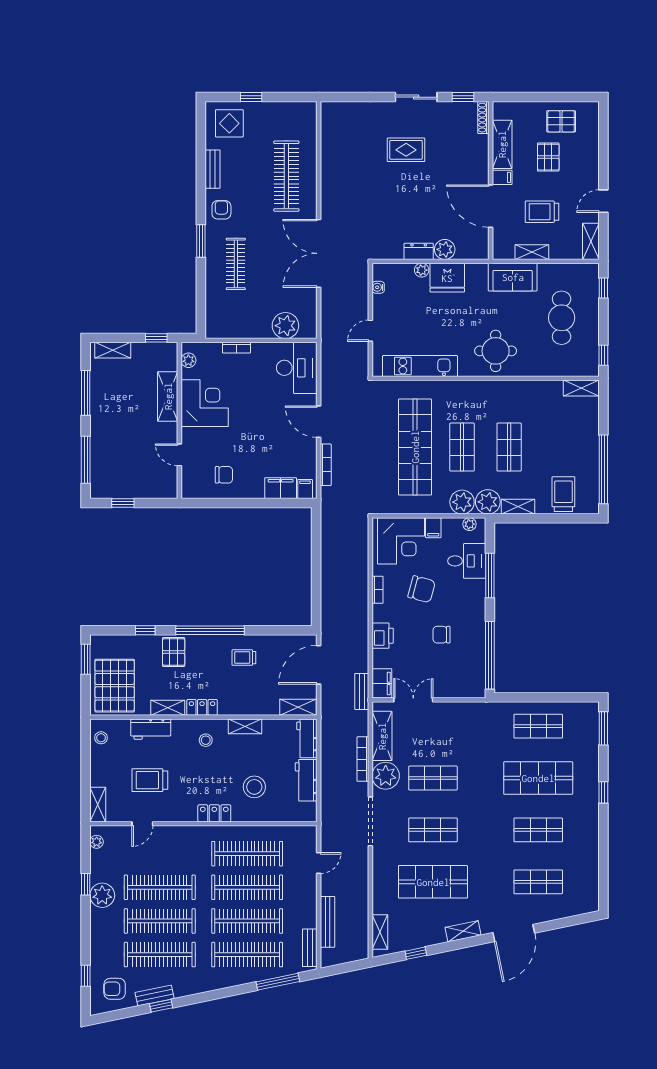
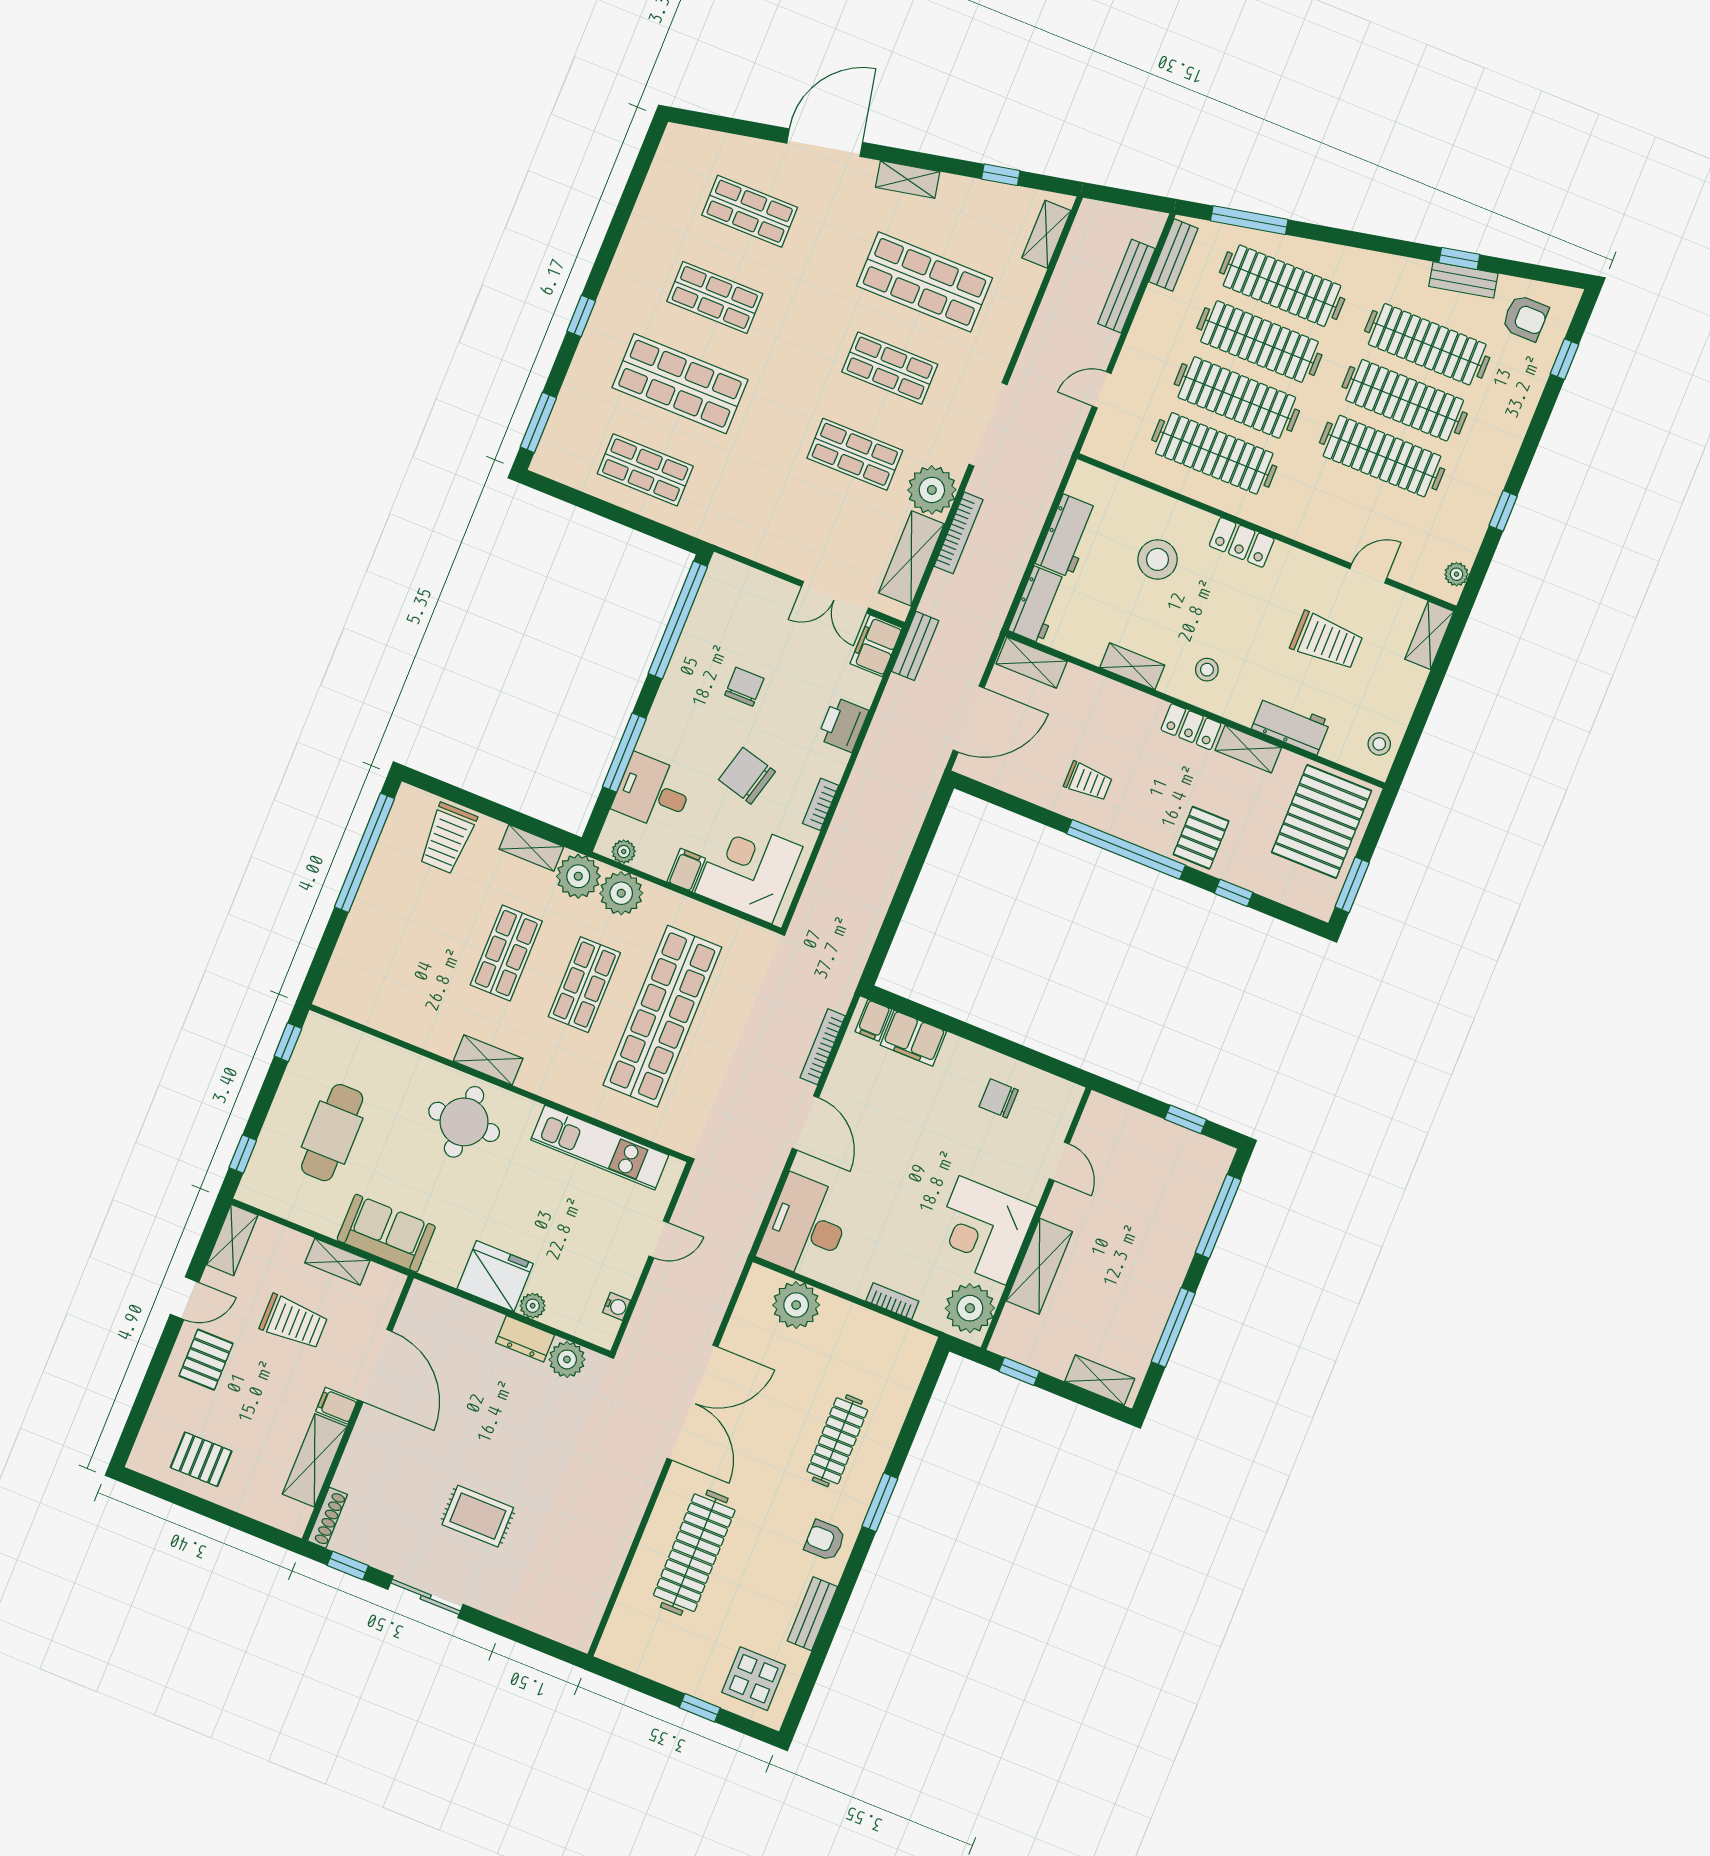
pallet: (548, 157) -> (206, 1360), moved
armchair: (221, 210) -> (825, 1540), turned 90
plant: (445, 249) -> (567, 1359), moved
plant: (188, 360) -> (970, 1308), width x1.87, depth x1.87
shelving: (581, 388) -> (488, 1060), moved
chair: (442, 635) -> (744, 687), turned -90
plant: (102, 895) -> (1483, 482), removed

